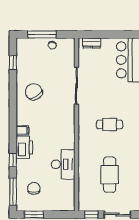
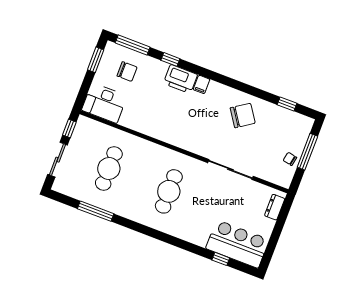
cafe table: (110, 125) -> (169, 191), width x1.37, depth x1.35
desk: (63, 164) -> (104, 103), moved
cafe table: (110, 175) -> (109, 168), turned 90

